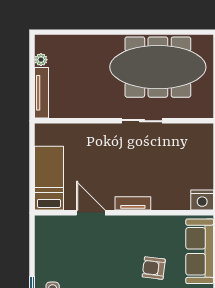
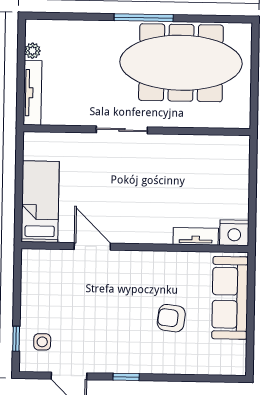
window: (128, 32) -> (144, 18), added
sliding door: (142, 121) -> (122, 130), moved
tv unit: (133, 203) -> (196, 236), moved

